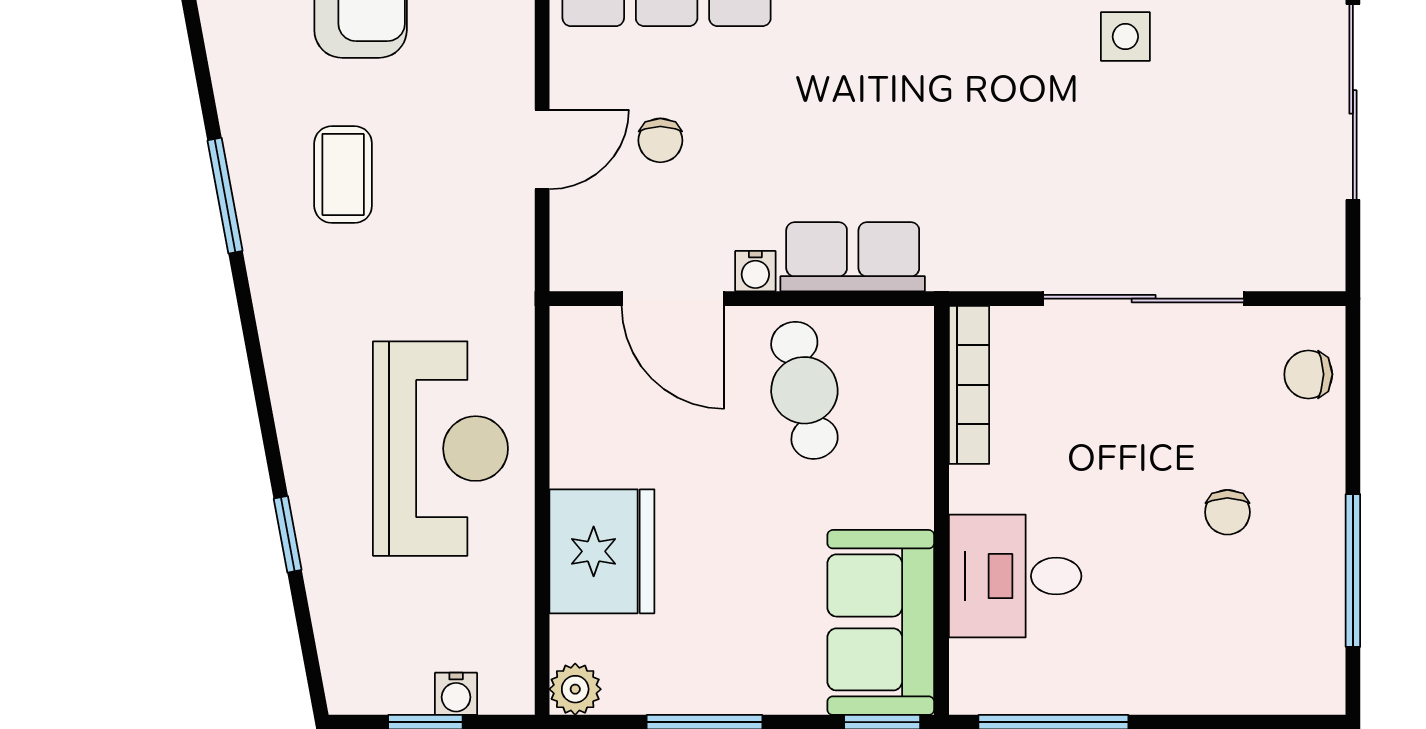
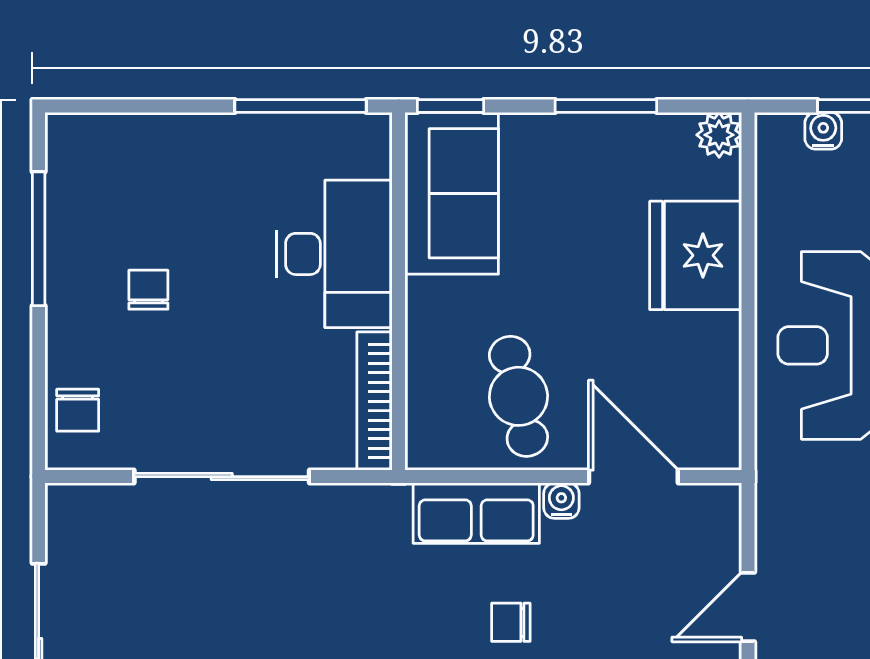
chair: (660, 140) -> (511, 622), moved, turned -90
chair: (1308, 374) -> (78, 410), turned 90
desk: (1015, 576) -> (334, 254), width x1.37

